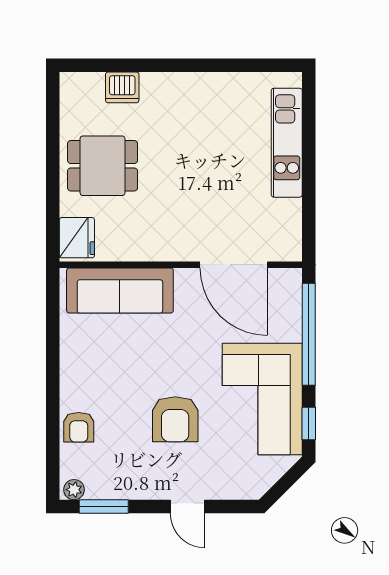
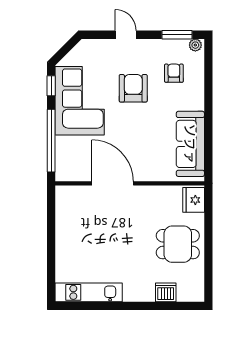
kitchen unit: (287, 143) -> (89, 292), moved, turned -90
door: (234, 265) -> (113, 183), moved
sofa: (120, 291) -> (190, 144), moved, turned -90
armchair: (79, 427) -> (174, 73), moved

